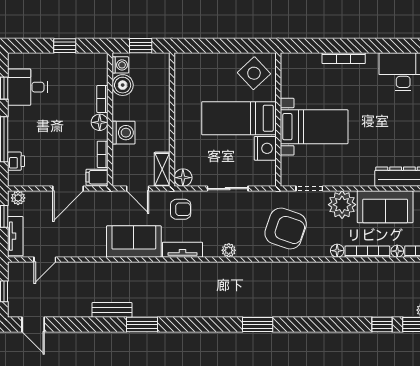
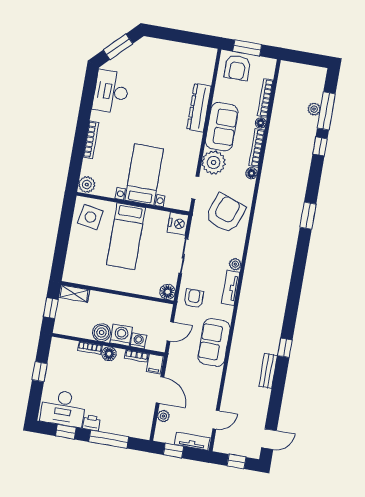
plant: (291, 62) -> (87, 185), added
washing machine: (120, 65) -> (138, 341), moved
side table: (254, 73) -> (90, 217), turned -37
boiler: (123, 85) -> (102, 333), moved
desk: (27, 87) -> (63, 408), width x1.37
nightstand: (265, 148) -> (178, 224), moved, turned 90
printer: (16, 161) -> (91, 423), moved
shelving: (162, 169) -> (74, 294), moved
plant: (18, 198) -> (163, 416), moved
tv unit: (182, 250) -> (231, 288), moved
door: (45, 259) -> (216, 420), hinge flipped
window: (142, 325) -> (285, 348), width x0.67
window: (258, 325) -> (308, 216), moved

